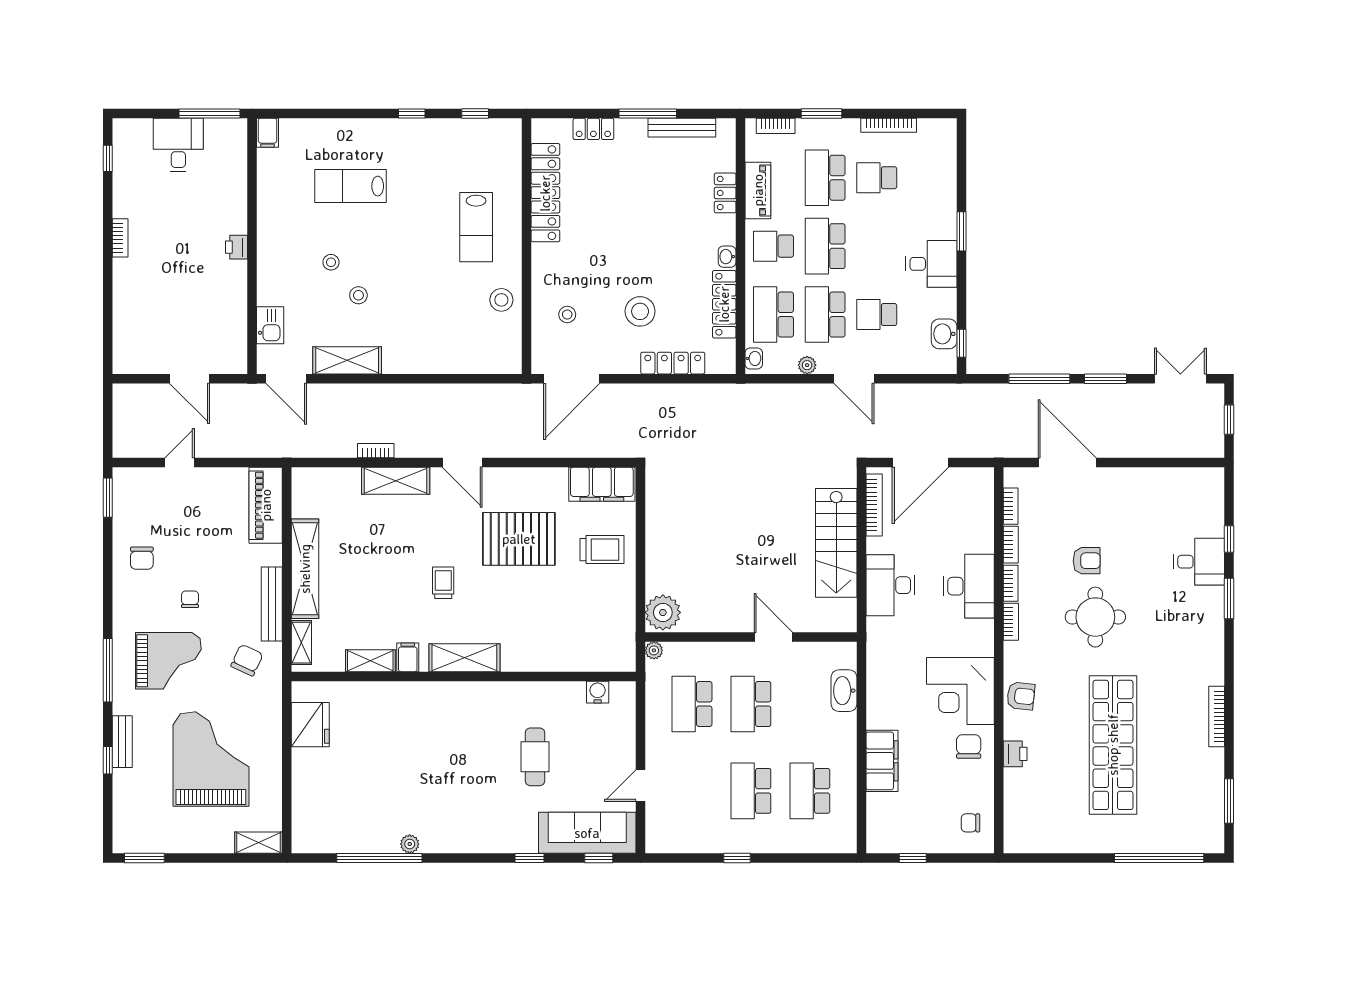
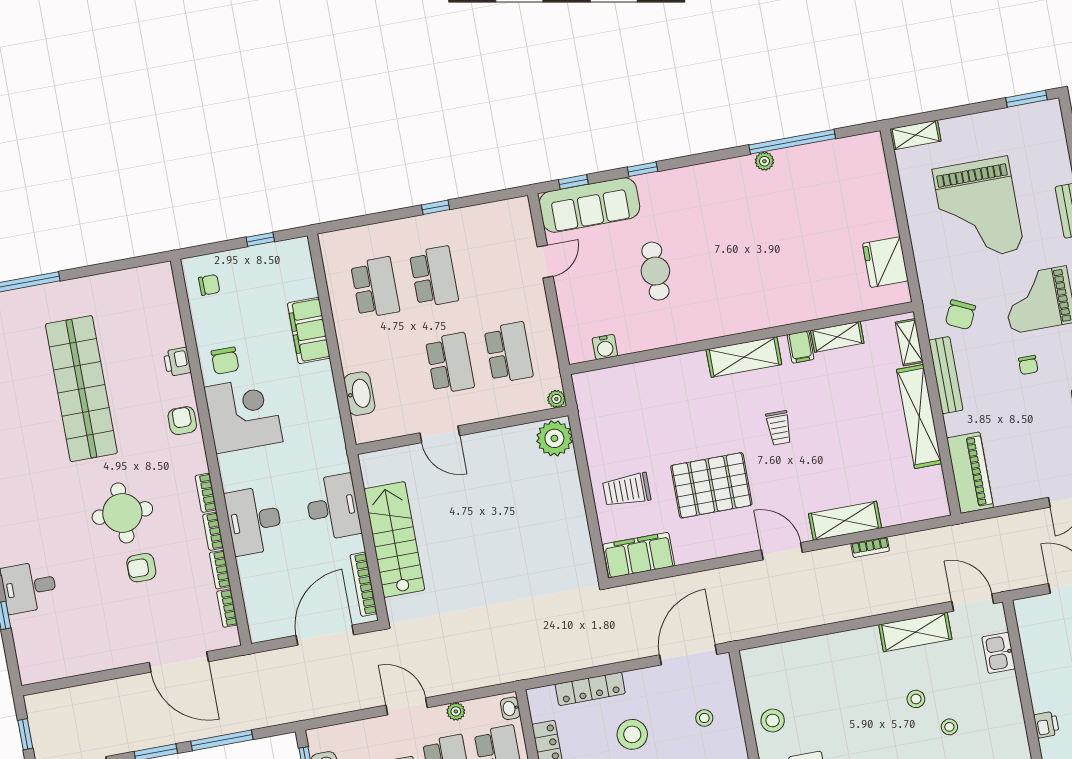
armchair: (1021, 696) -> (182, 421), turned 84

